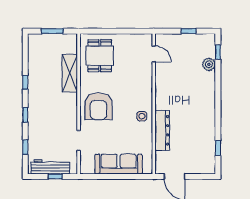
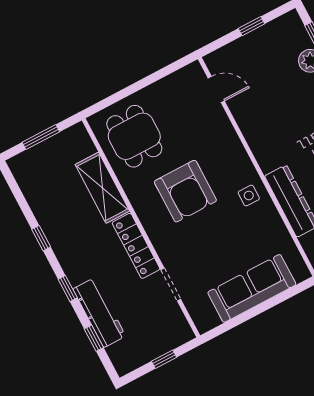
armchair: (98, 106) -> (185, 191), moved
locker: (71, 112) -> (136, 246), added
workbench: (50, 167) -> (99, 313), moved, turned 90

